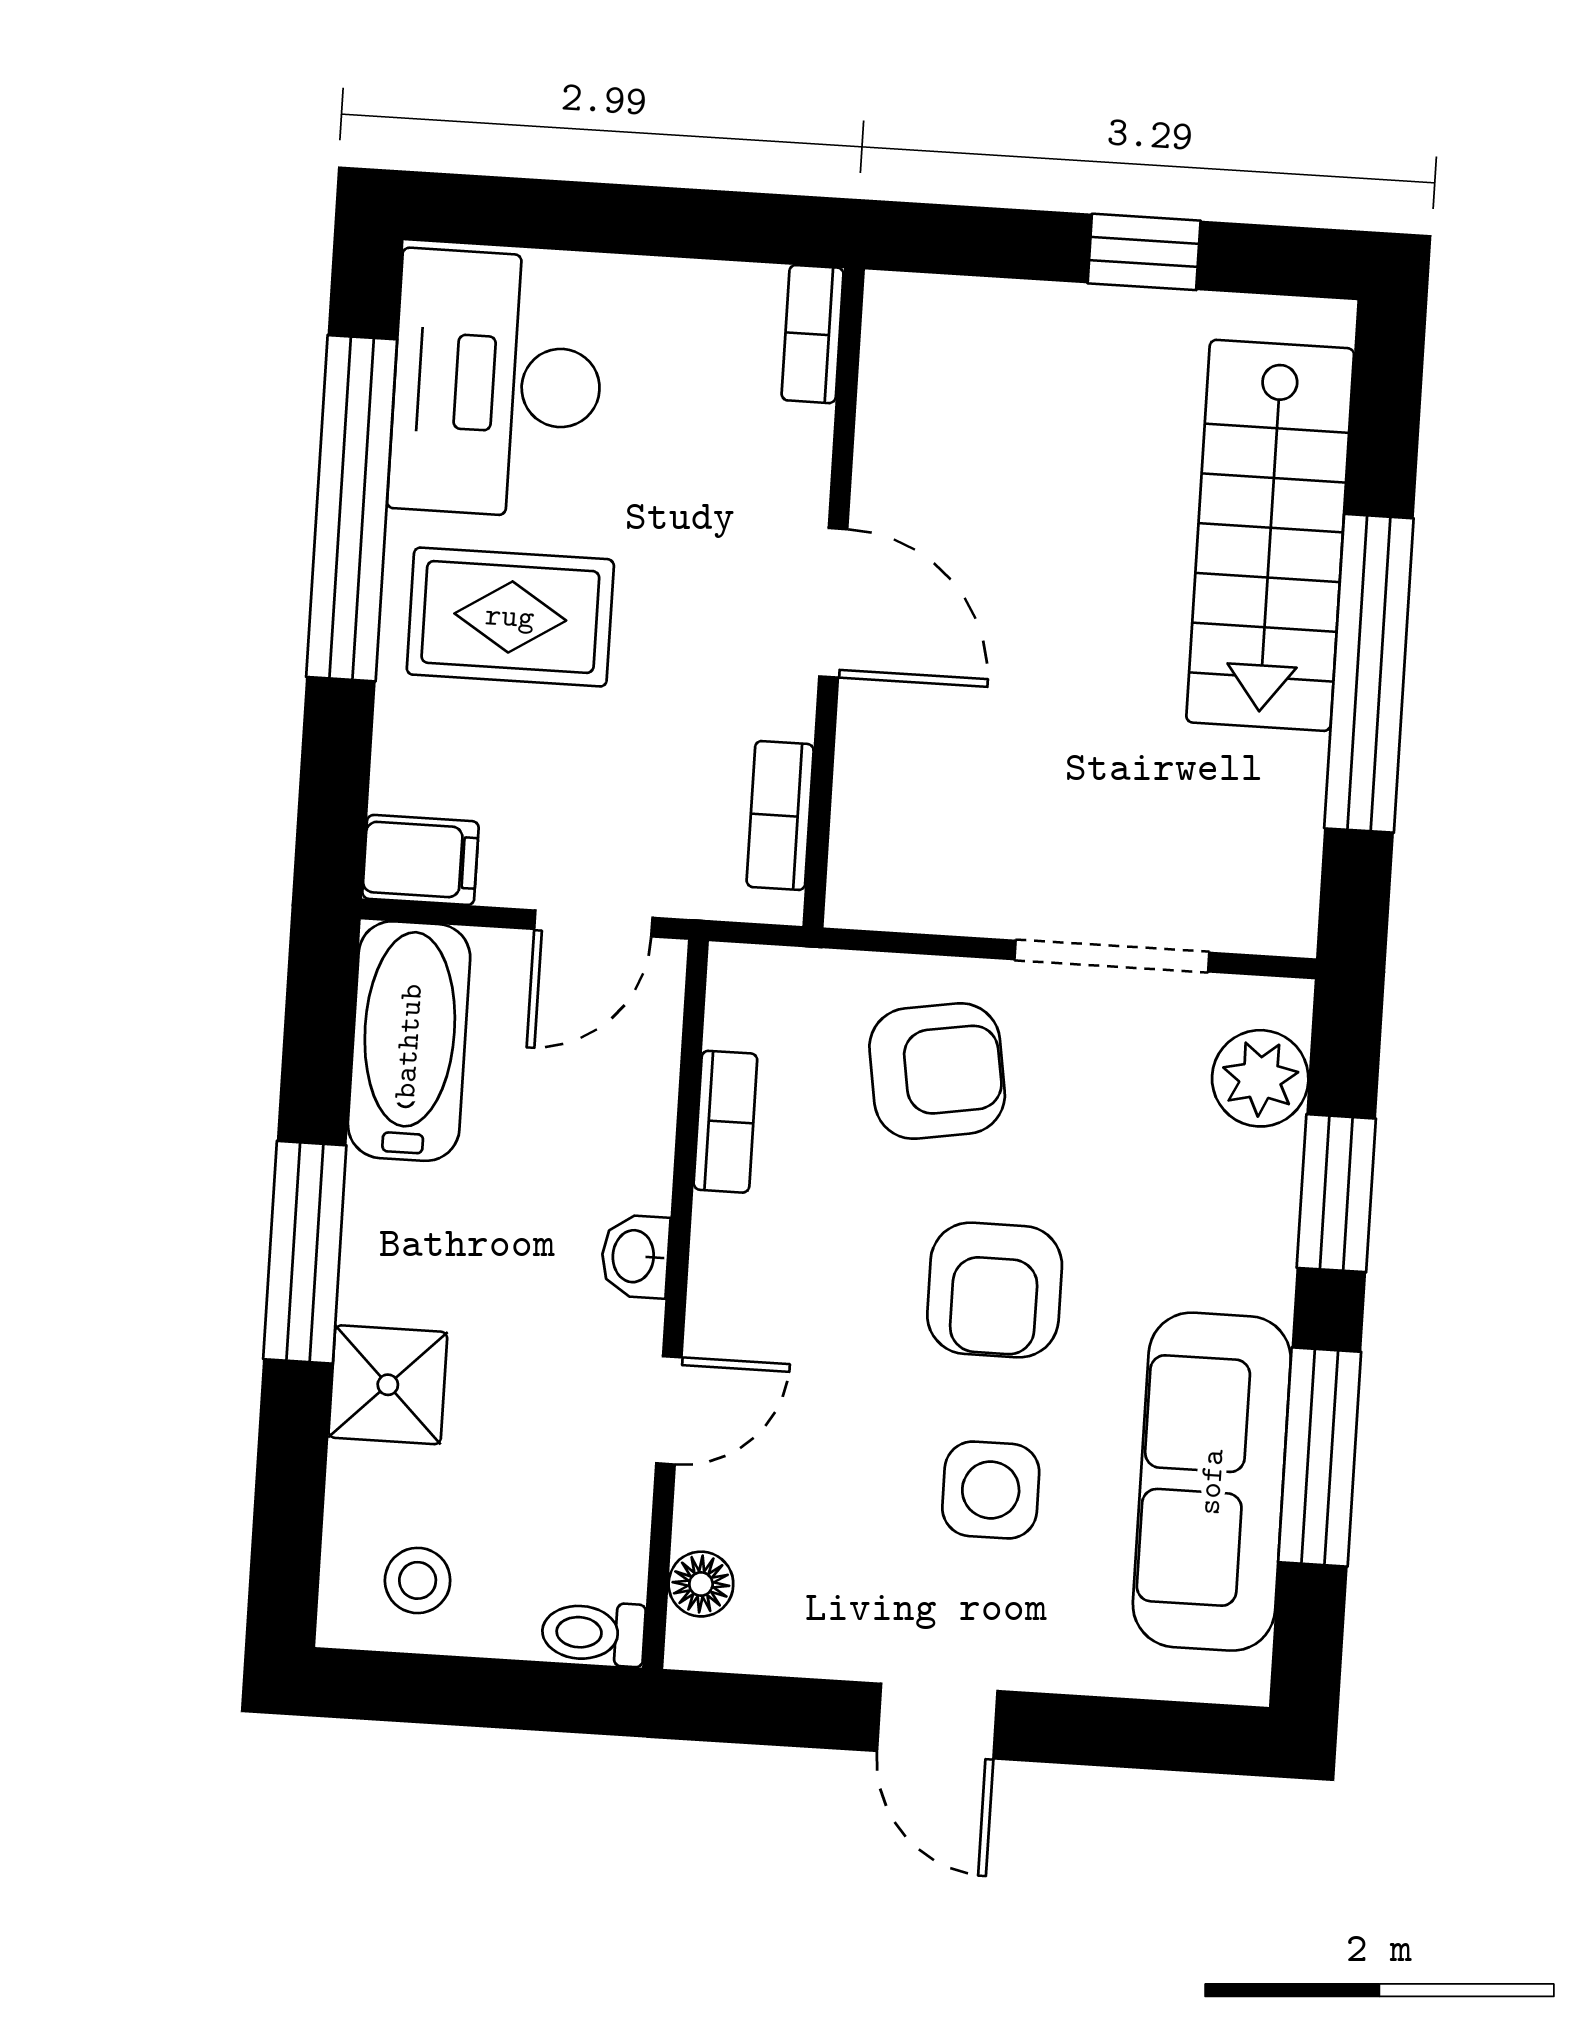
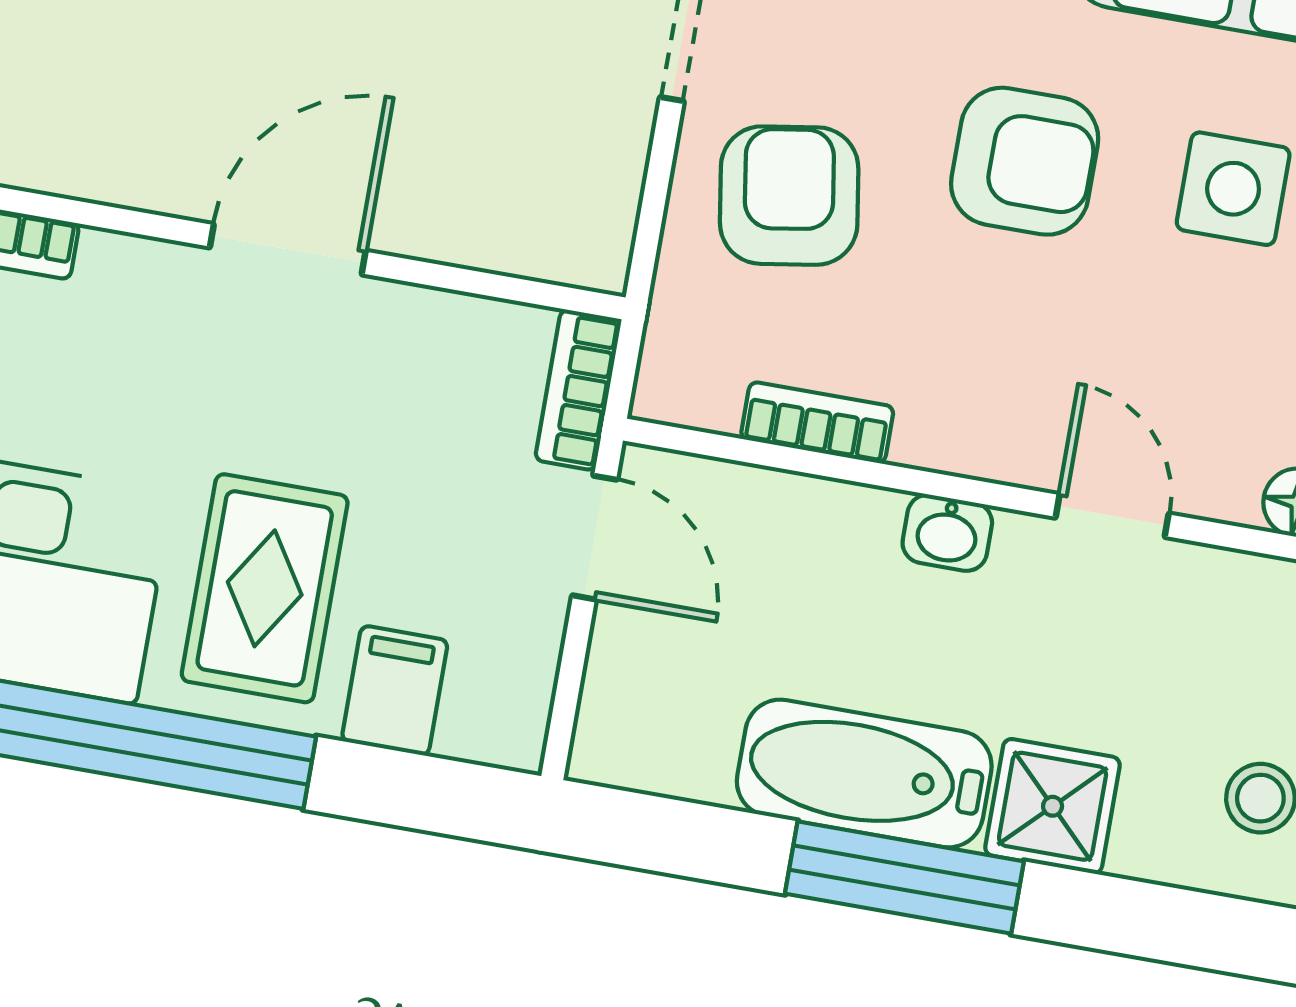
bookcase: (780, 816) -> (578, 390), moved, turned 90
filing cabinet: (421, 860) -> (395, 691), moved
bathtub: (409, 1041) -> (864, 773), moved

